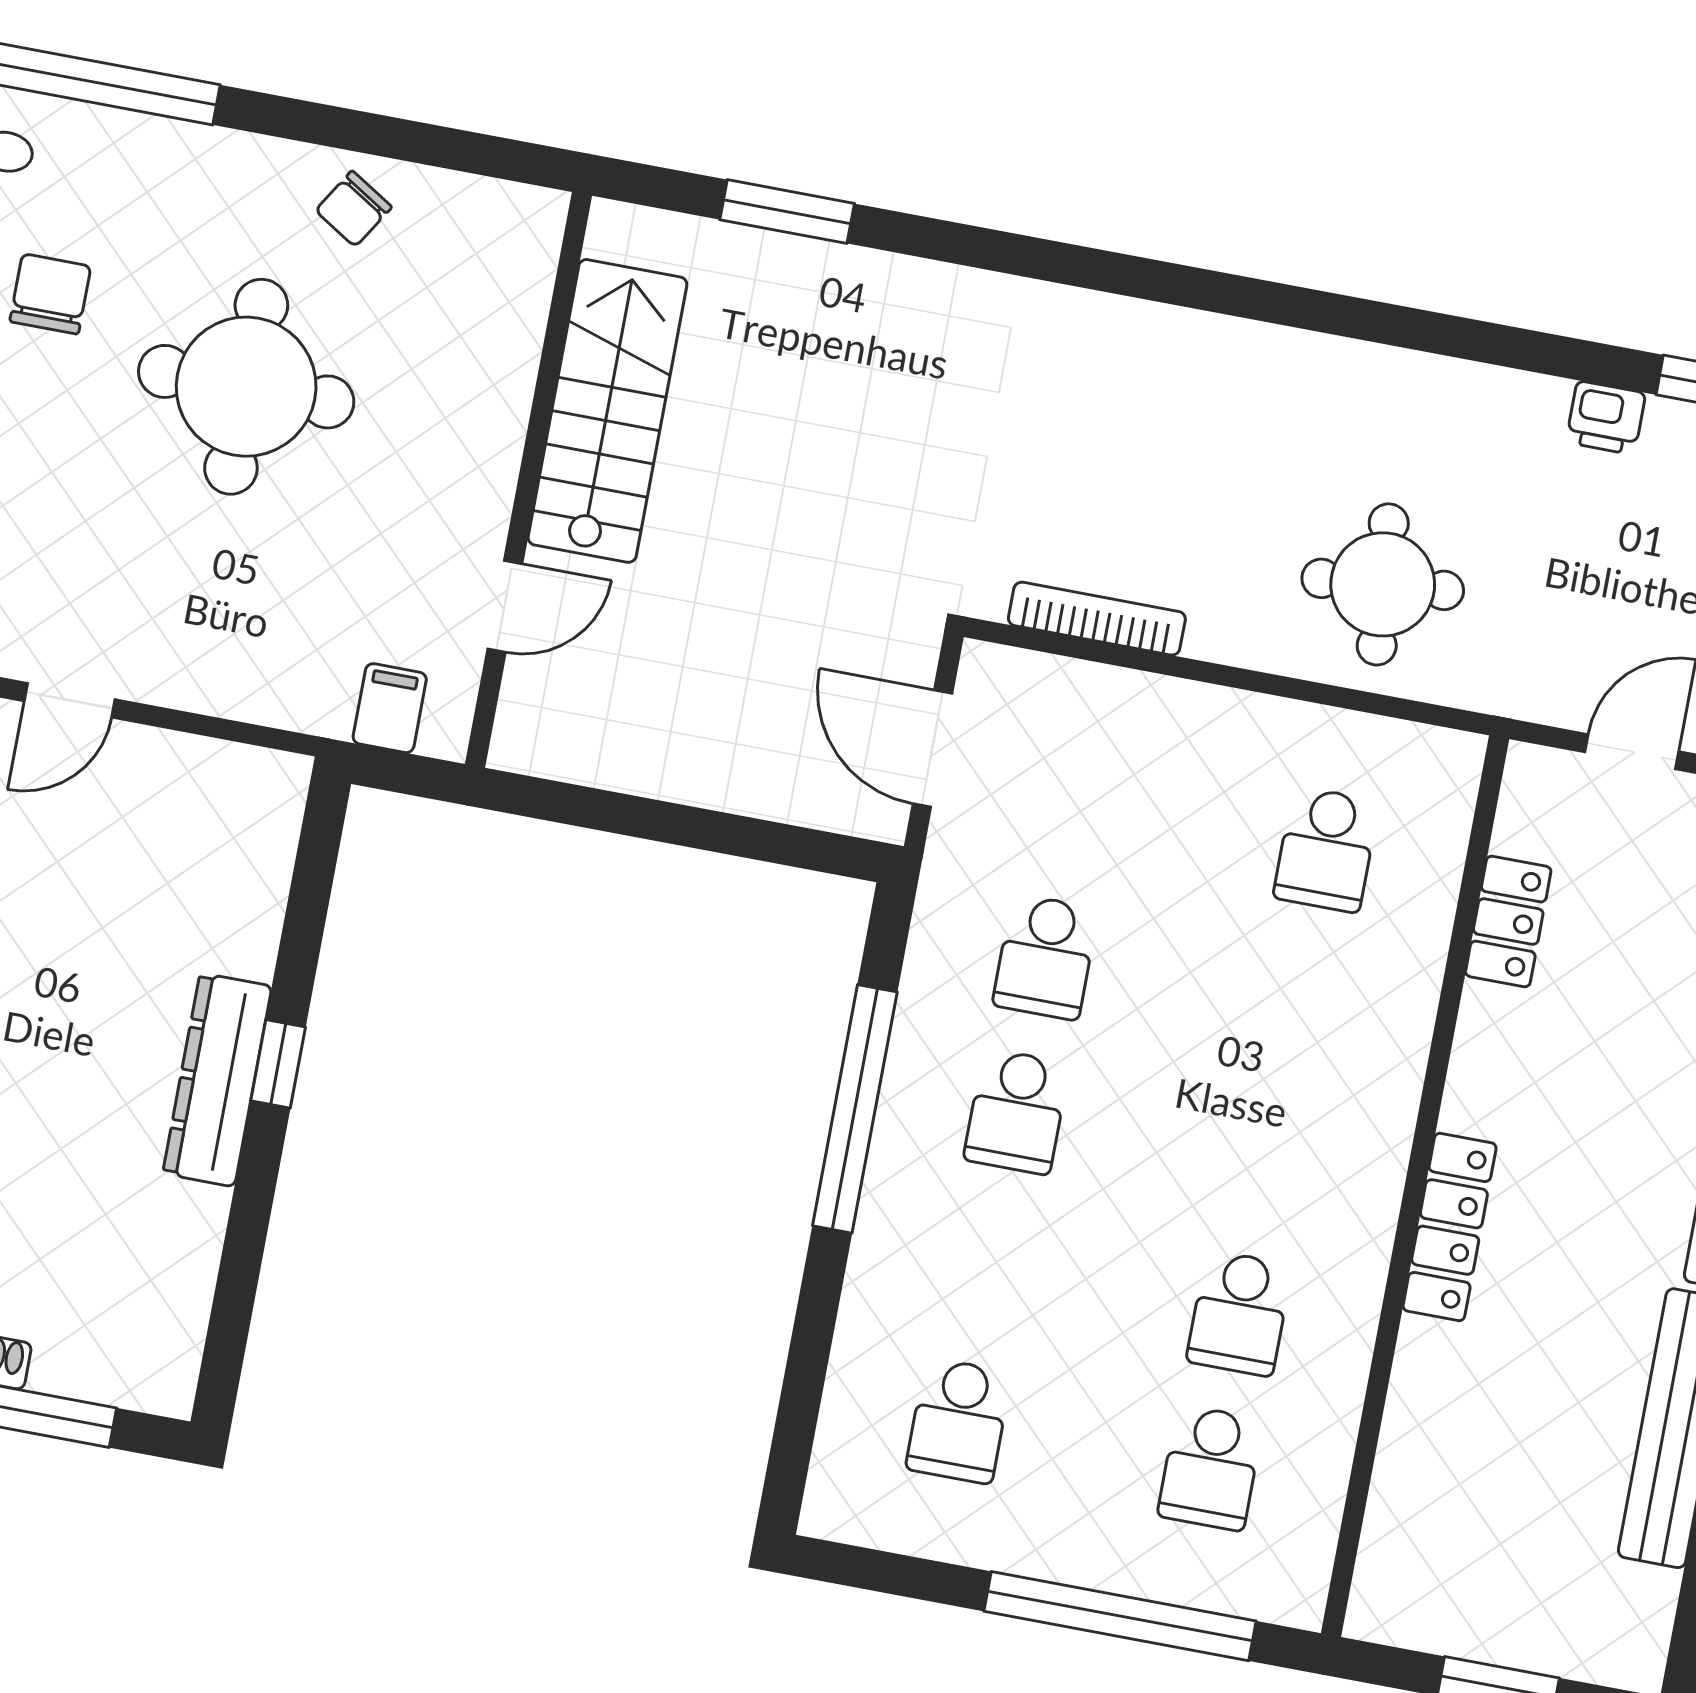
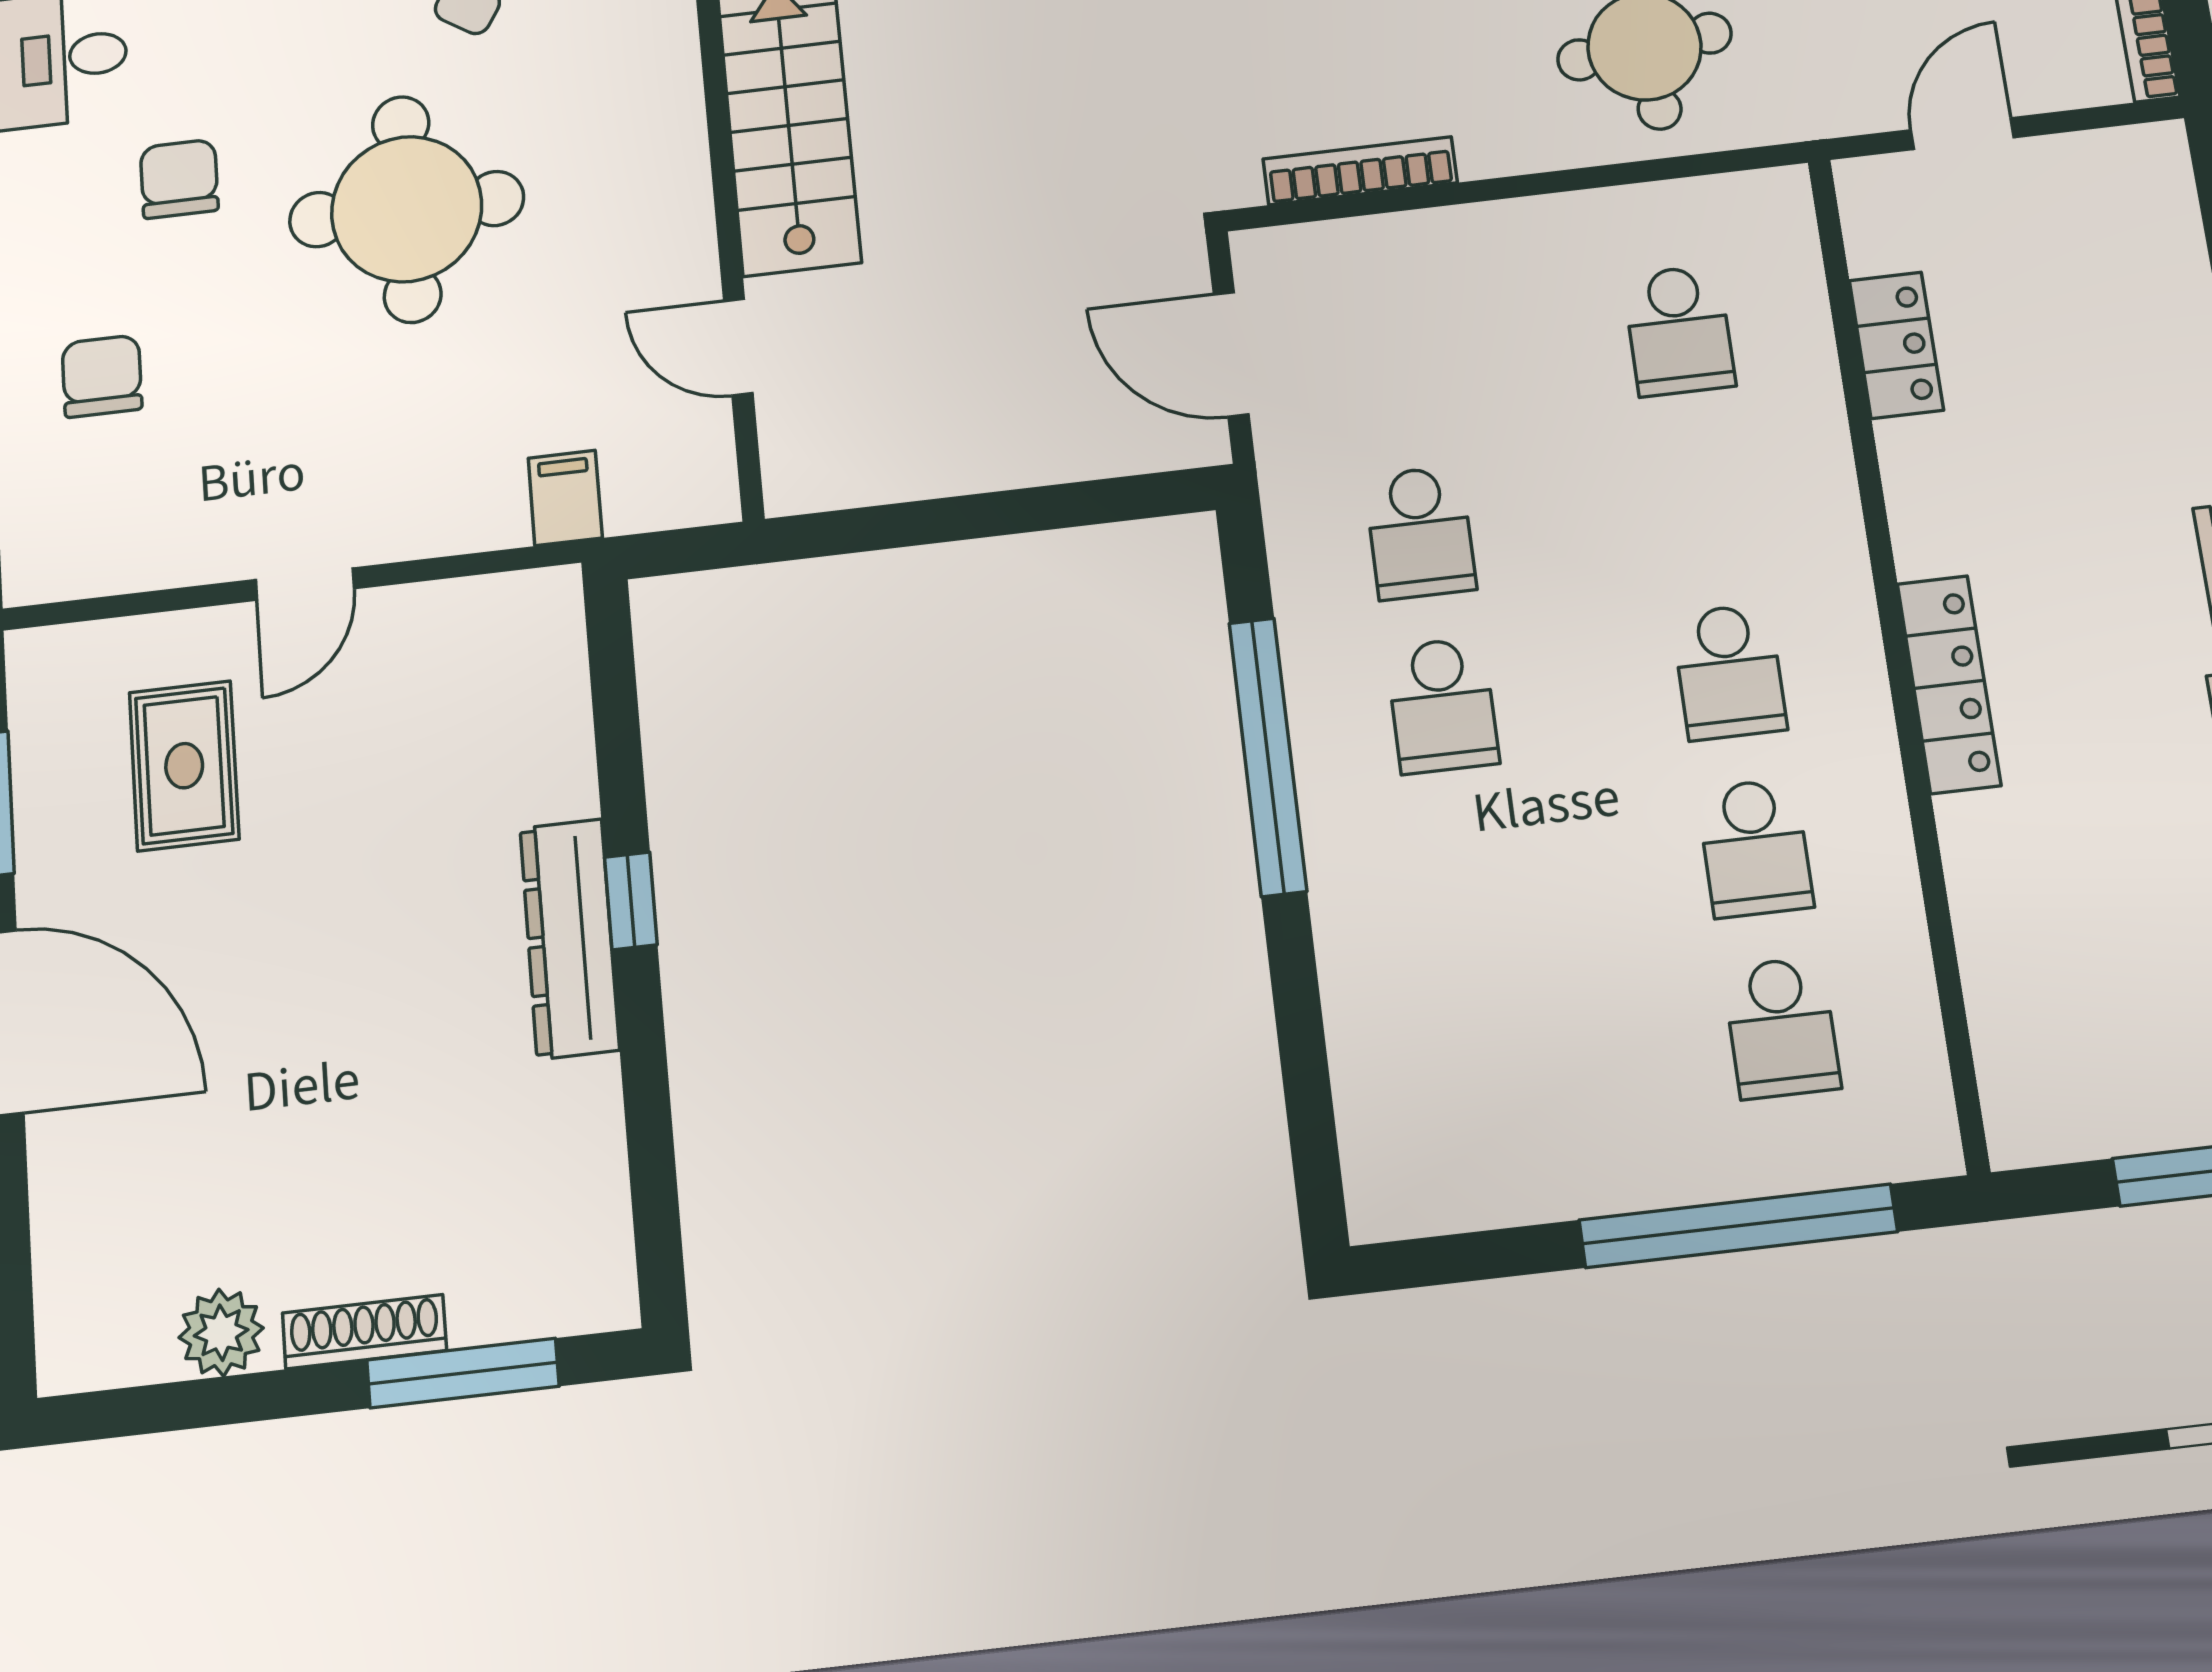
door: (505, 606) -> (738, 347), swing flipped
filing cabinet: (390, 708) -> (565, 498), moved
school desk: (959, 1421) -> (1729, 672), moved

